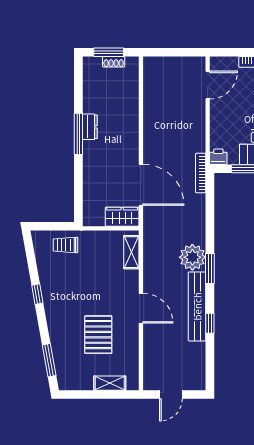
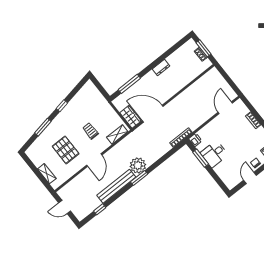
door: (208, 85) -> (225, 108), swing flipped
window: (78, 134) -> (129, 84), moved
door: (141, 185) -> (153, 114), swing flipped
trolley: (66, 245) -> (91, 131), moved
window: (210, 323) -> (100, 209), moved
pallet: (98, 335) -> (66, 150), turned 90
window: (49, 360) -> (43, 127), moved

